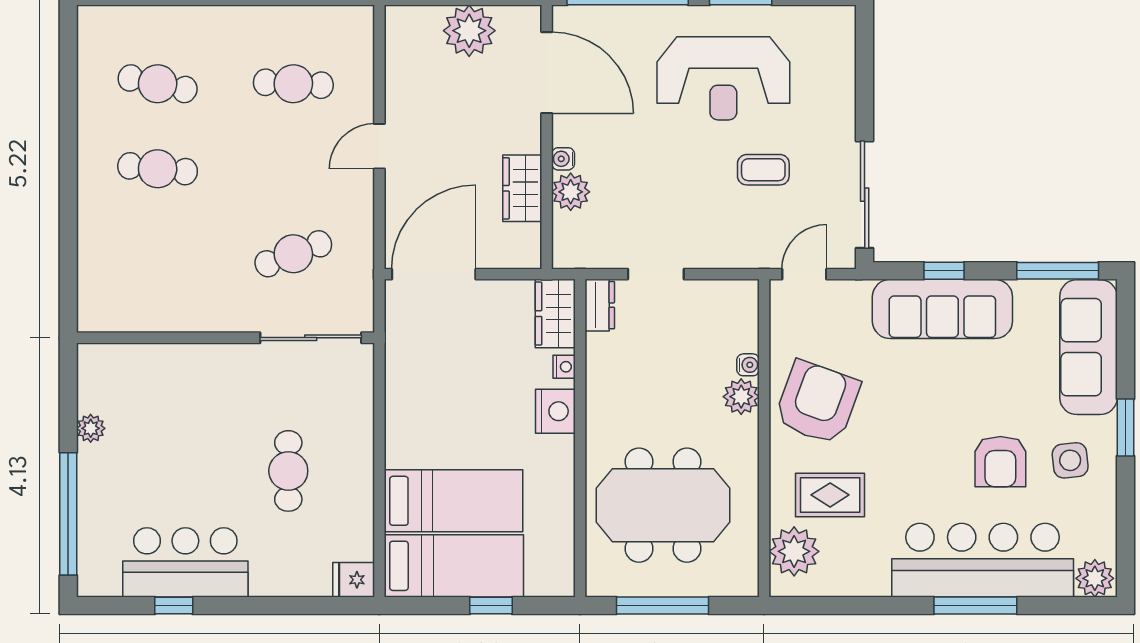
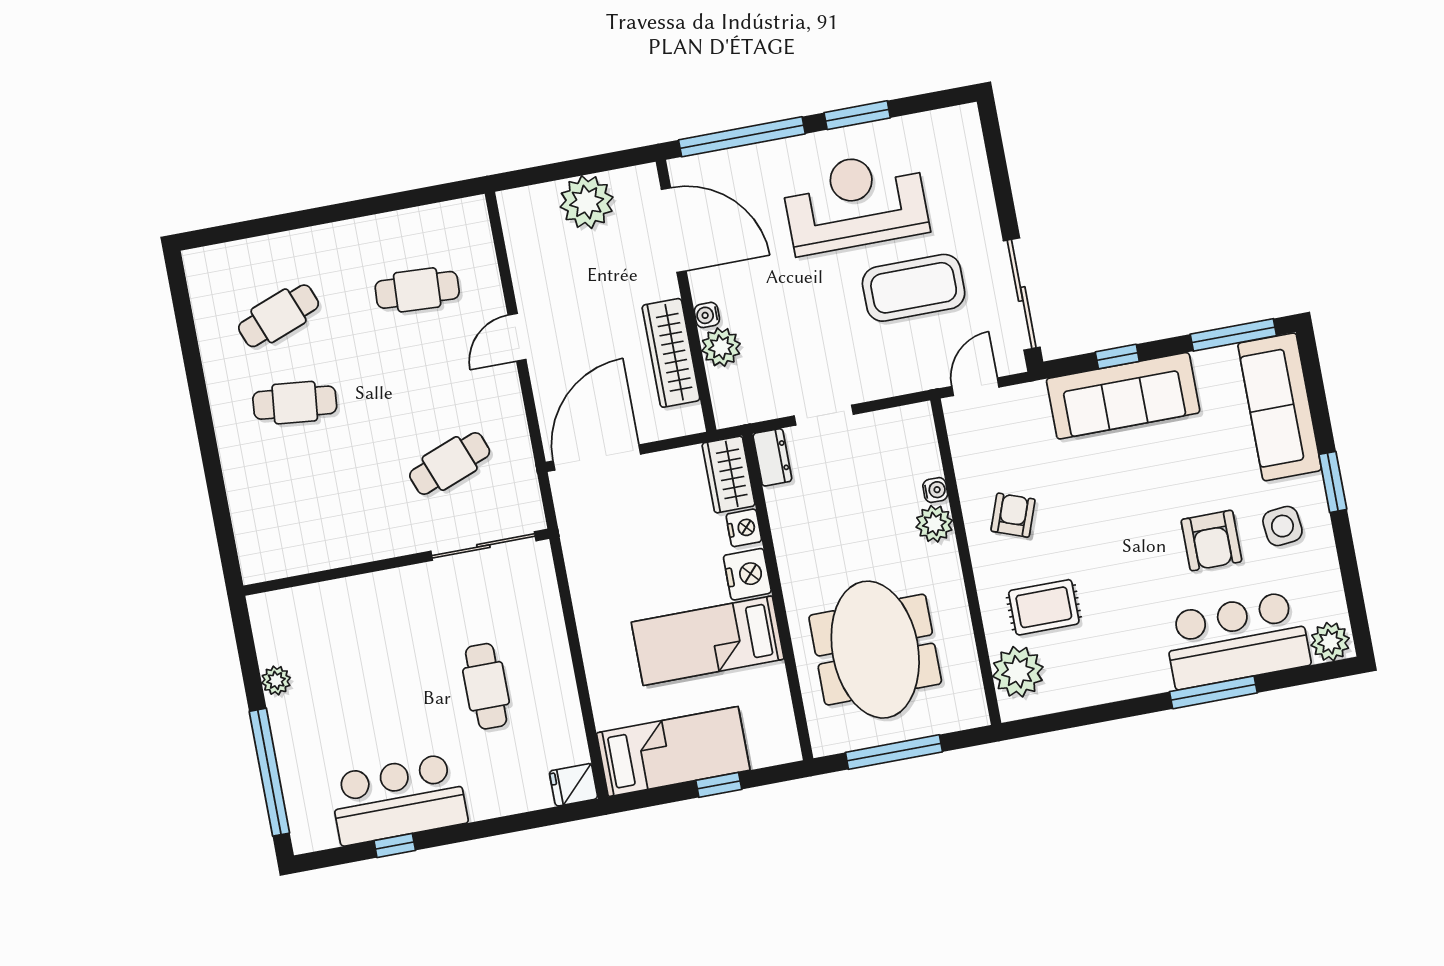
reception desk: (723, 78) -> (855, 202), turned 180
cafe table: (158, 84) -> (279, 316), turned -33
coffee table: (763, 170) -> (914, 288), width x1.86, depth x1.72
wardrobe: (522, 188) -> (671, 353), width x1.50
nightstand: (564, 367) -> (744, 528), width x1.39, depth x1.35
armchair: (817, 402) -> (1013, 515), width x0.53, depth x0.53
bed: (453, 501) -> (708, 641), moved, turned 180
meeting table: (663, 505) -> (875, 650), turned 90
bar counter: (983, 560) -> (1237, 640), width x0.73

